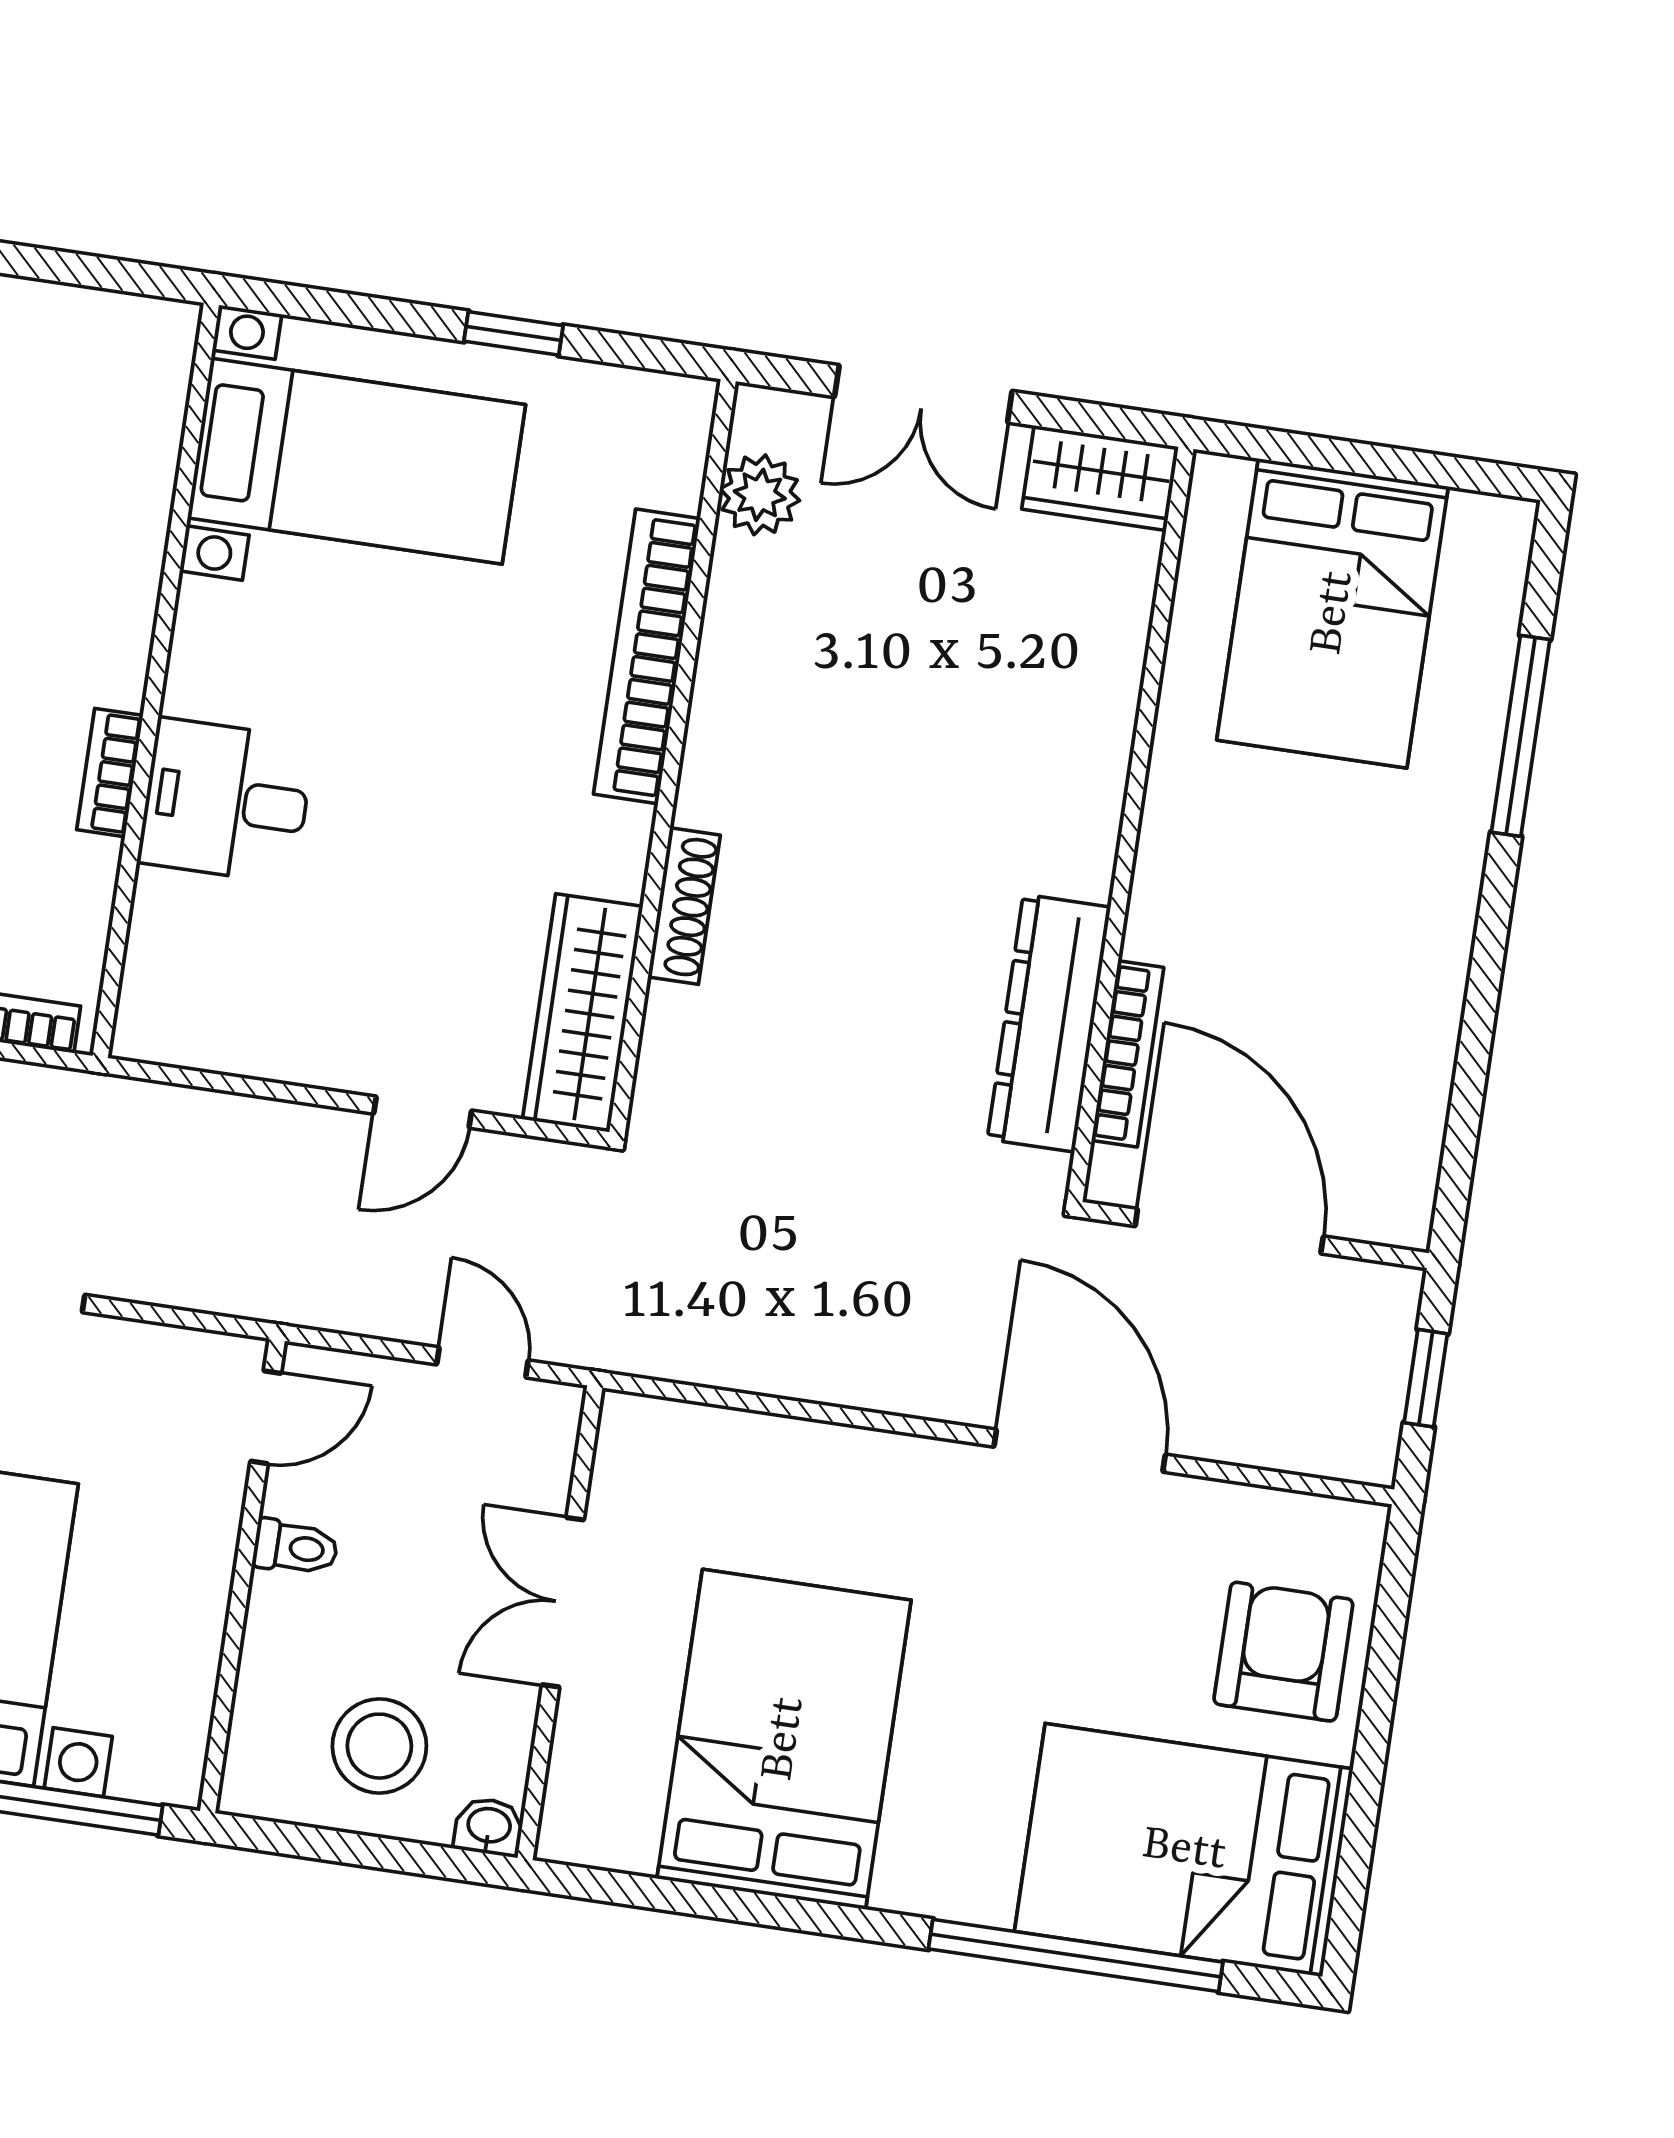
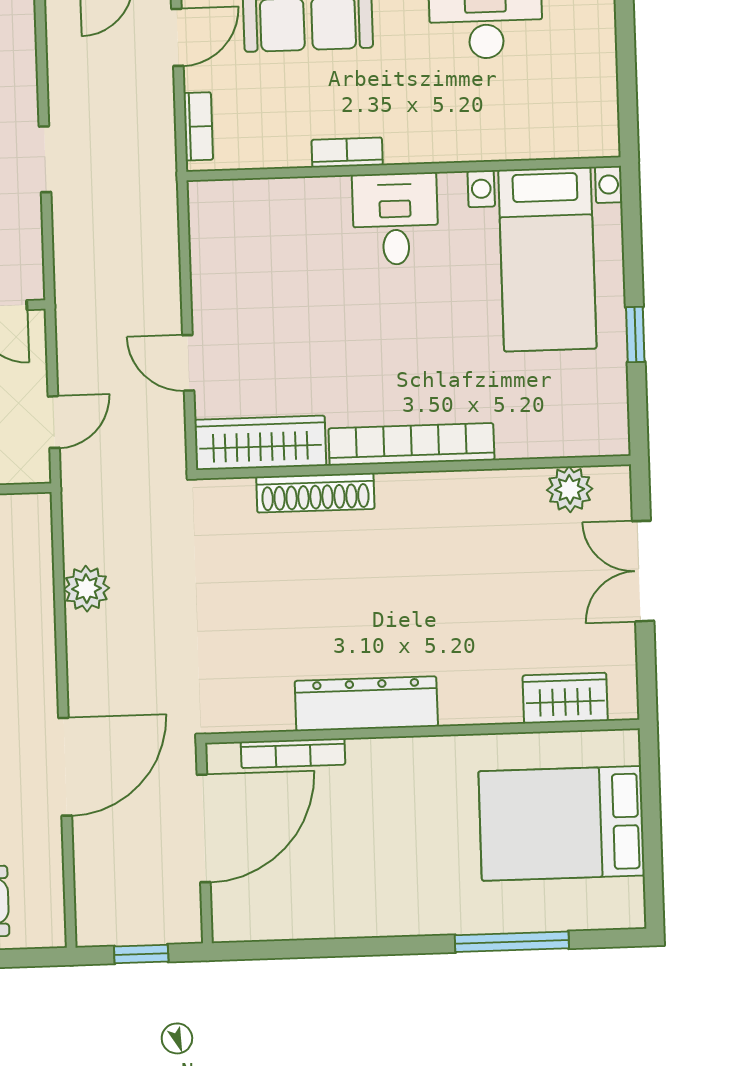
wardrobe: (1100, 478) -> (565, 698), moved, turned 90
bookcase: (647, 656) -> (411, 444), moved
desk: (226, 801) -> (395, 219), moved
shoe rack: (684, 906) -> (315, 493), width x1.36, depth x1.24
dresser: (1049, 1023) -> (366, 704), moved
plant: (779, 1358) -> (86, 589), added

